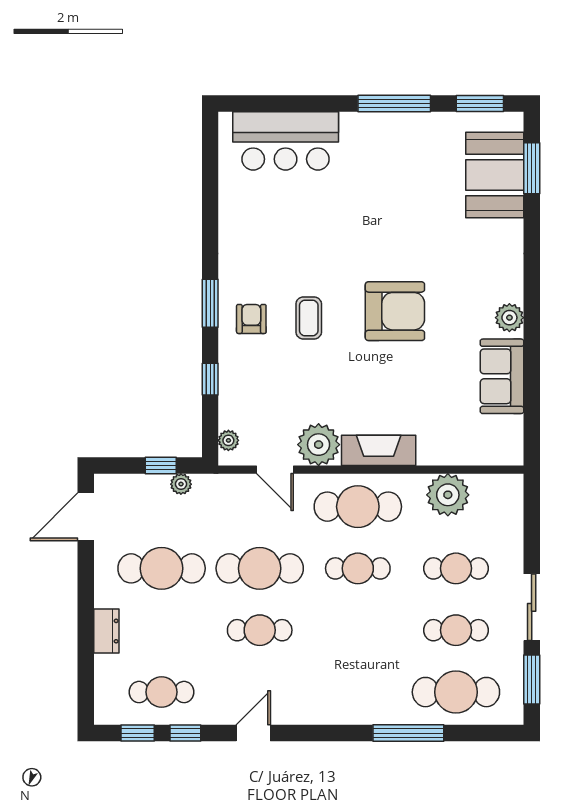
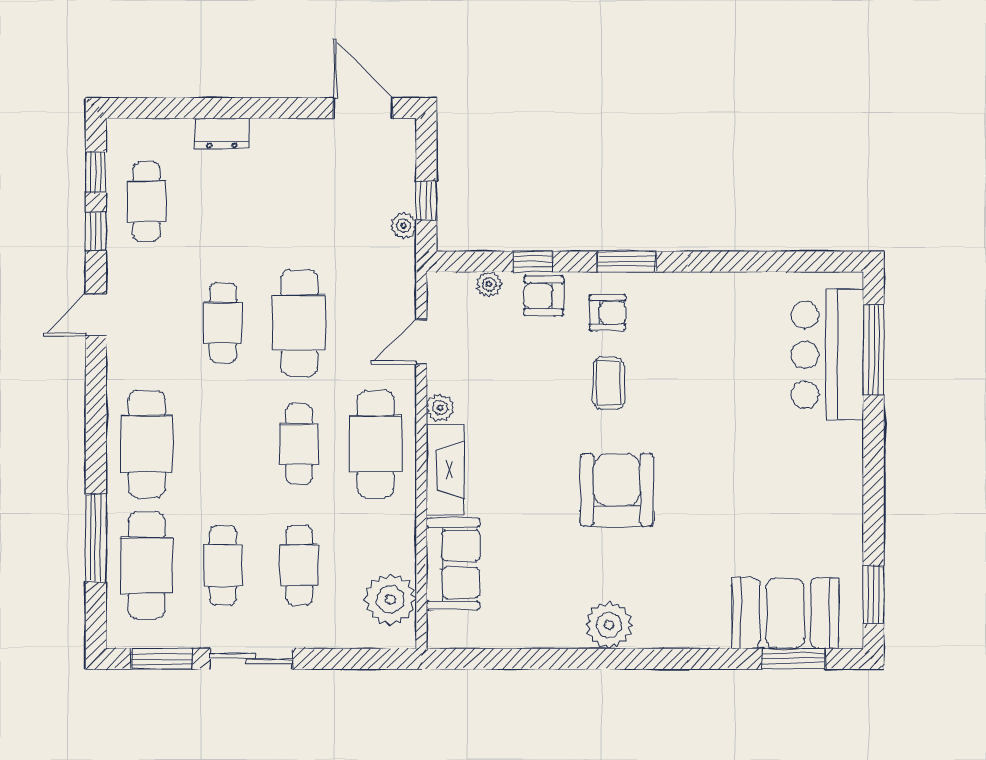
window: (394, 104) -> (874, 350), moved
armchair: (395, 311) -> (617, 490), turned 180
coffee table: (309, 318) -> (609, 383), turned 90
plant: (509, 318) -> (609, 625), width x1.36, depth x1.36
armchair: (238, 371) -> (544, 296), added
sofa: (502, 376) -> (453, 564), moved, turned 90
plant: (228, 440) -> (489, 284), moved
plant: (319, 445) -> (440, 408), width x0.53, depth x0.53
plant: (448, 495) -> (390, 599), moved
cafe table: (162, 568) -> (147, 444), moved
door: (253, 733) -> (96, 315), swing flipped
window: (408, 733) -> (96, 538), moved

